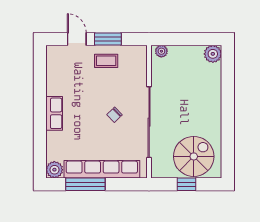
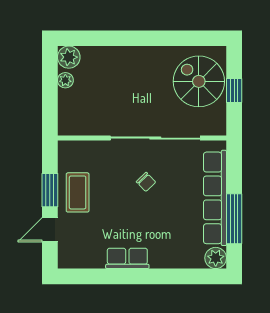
plant: (161, 51) -> (65, 80), moved
coffee table: (106, 61) -> (78, 192), width x1.36, depth x1.30
row of seats: (54, 113) -> (127, 258), moved

